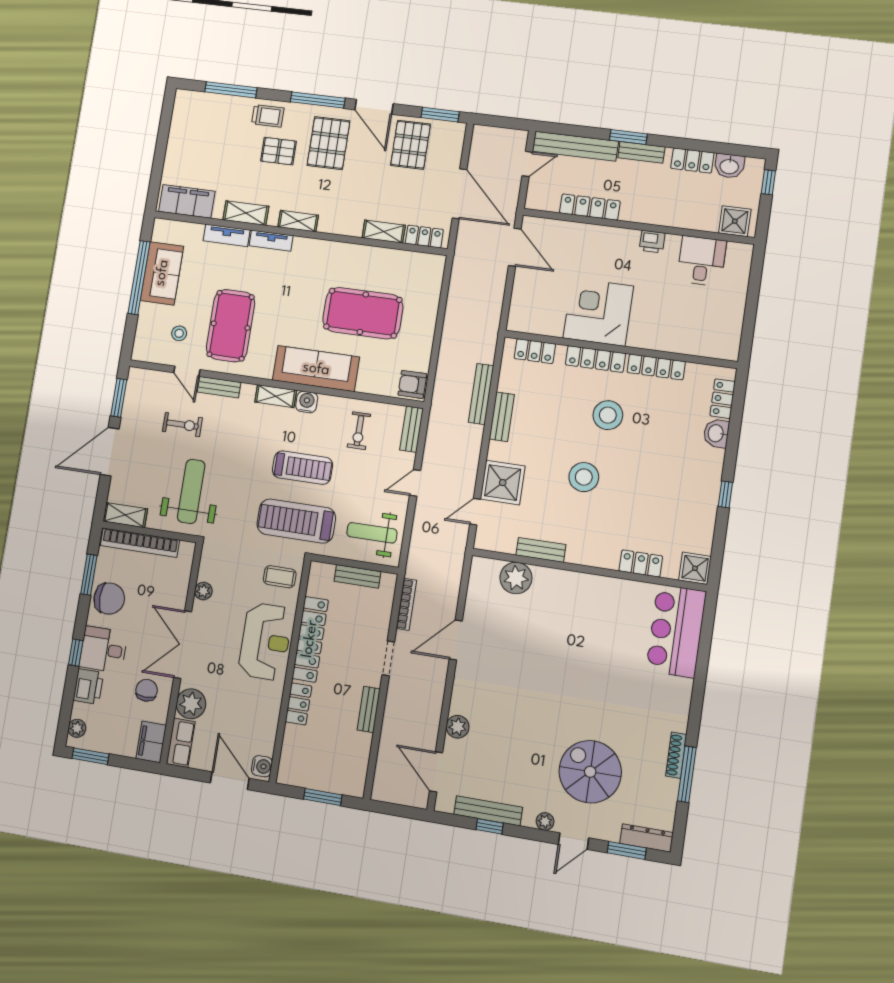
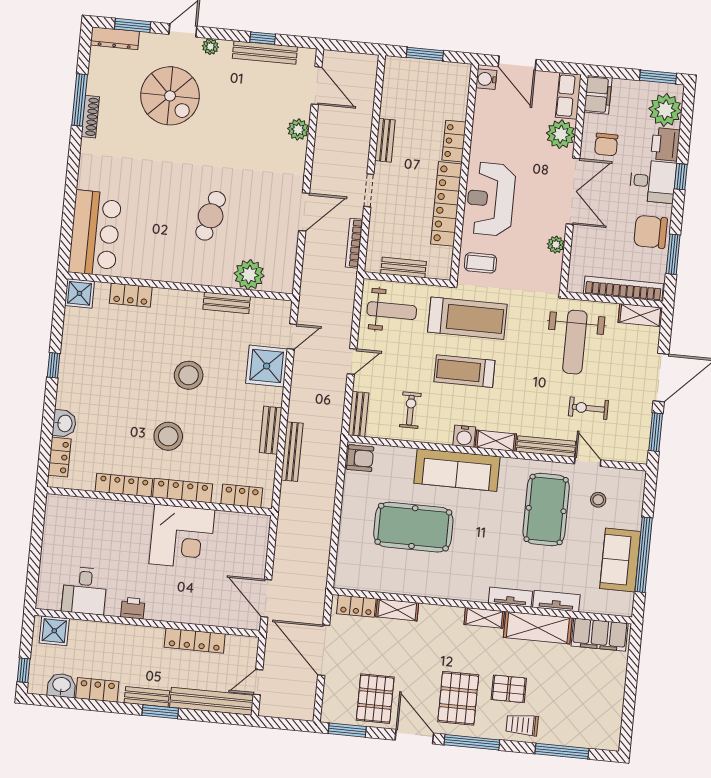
shelving: (246, 213) -> (538, 628), width x1.50, depth x1.33
bench: (219, 387) -> (546, 446), width x1.36
cafe table: (553, 642) -> (211, 216), added
plant: (77, 728) -> (665, 110), width x1.88, depth x1.88

